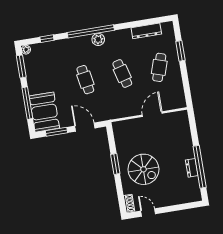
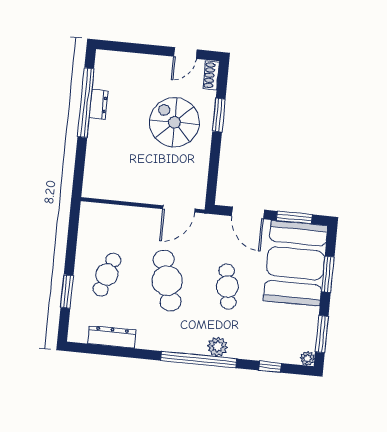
plant: (98, 39) -> (217, 347), moved
cafe table: (122, 74) -> (167, 281), width x1.37, depth x1.35
window: (27, 103) -> (328, 274), width x0.69
booth: (44, 112) -> (295, 263), width x1.36, depth x1.42
door: (152, 114) -> (179, 209), moved
window: (115, 164) -> (219, 115), moved
door: (148, 212) -> (185, 53), hinge flipped

